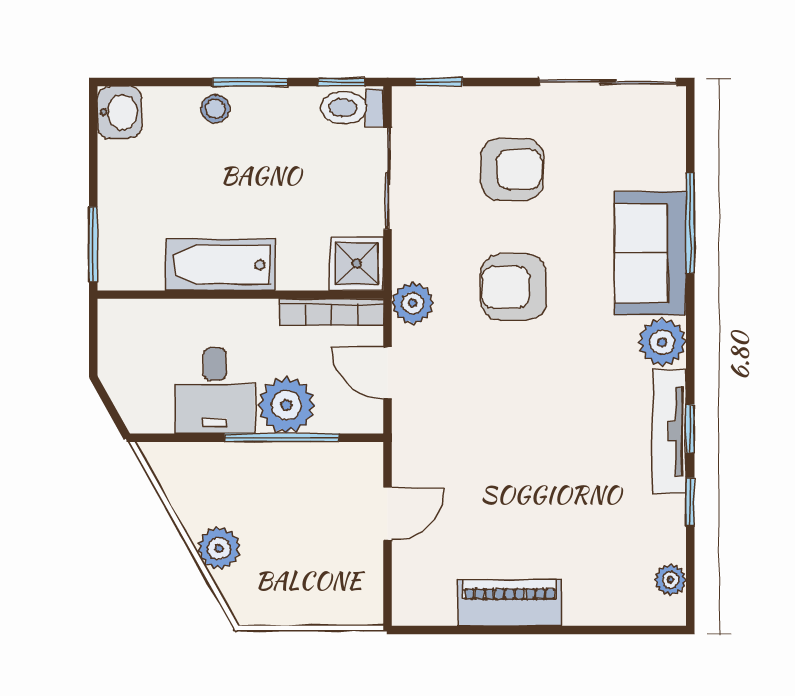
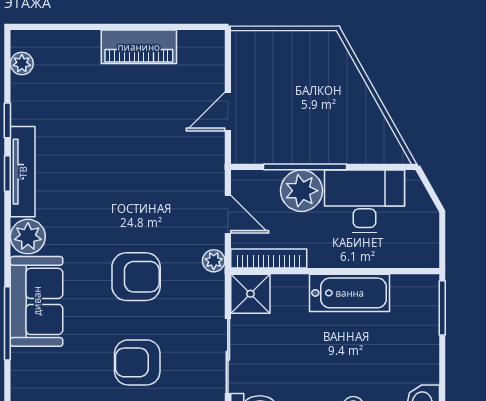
plant: (413, 303) -> (214, 261), width x0.73, depth x0.73
desk: (215, 391) -> (365, 201), width x1.37
plant: (219, 548) -> (351, 86), removed

